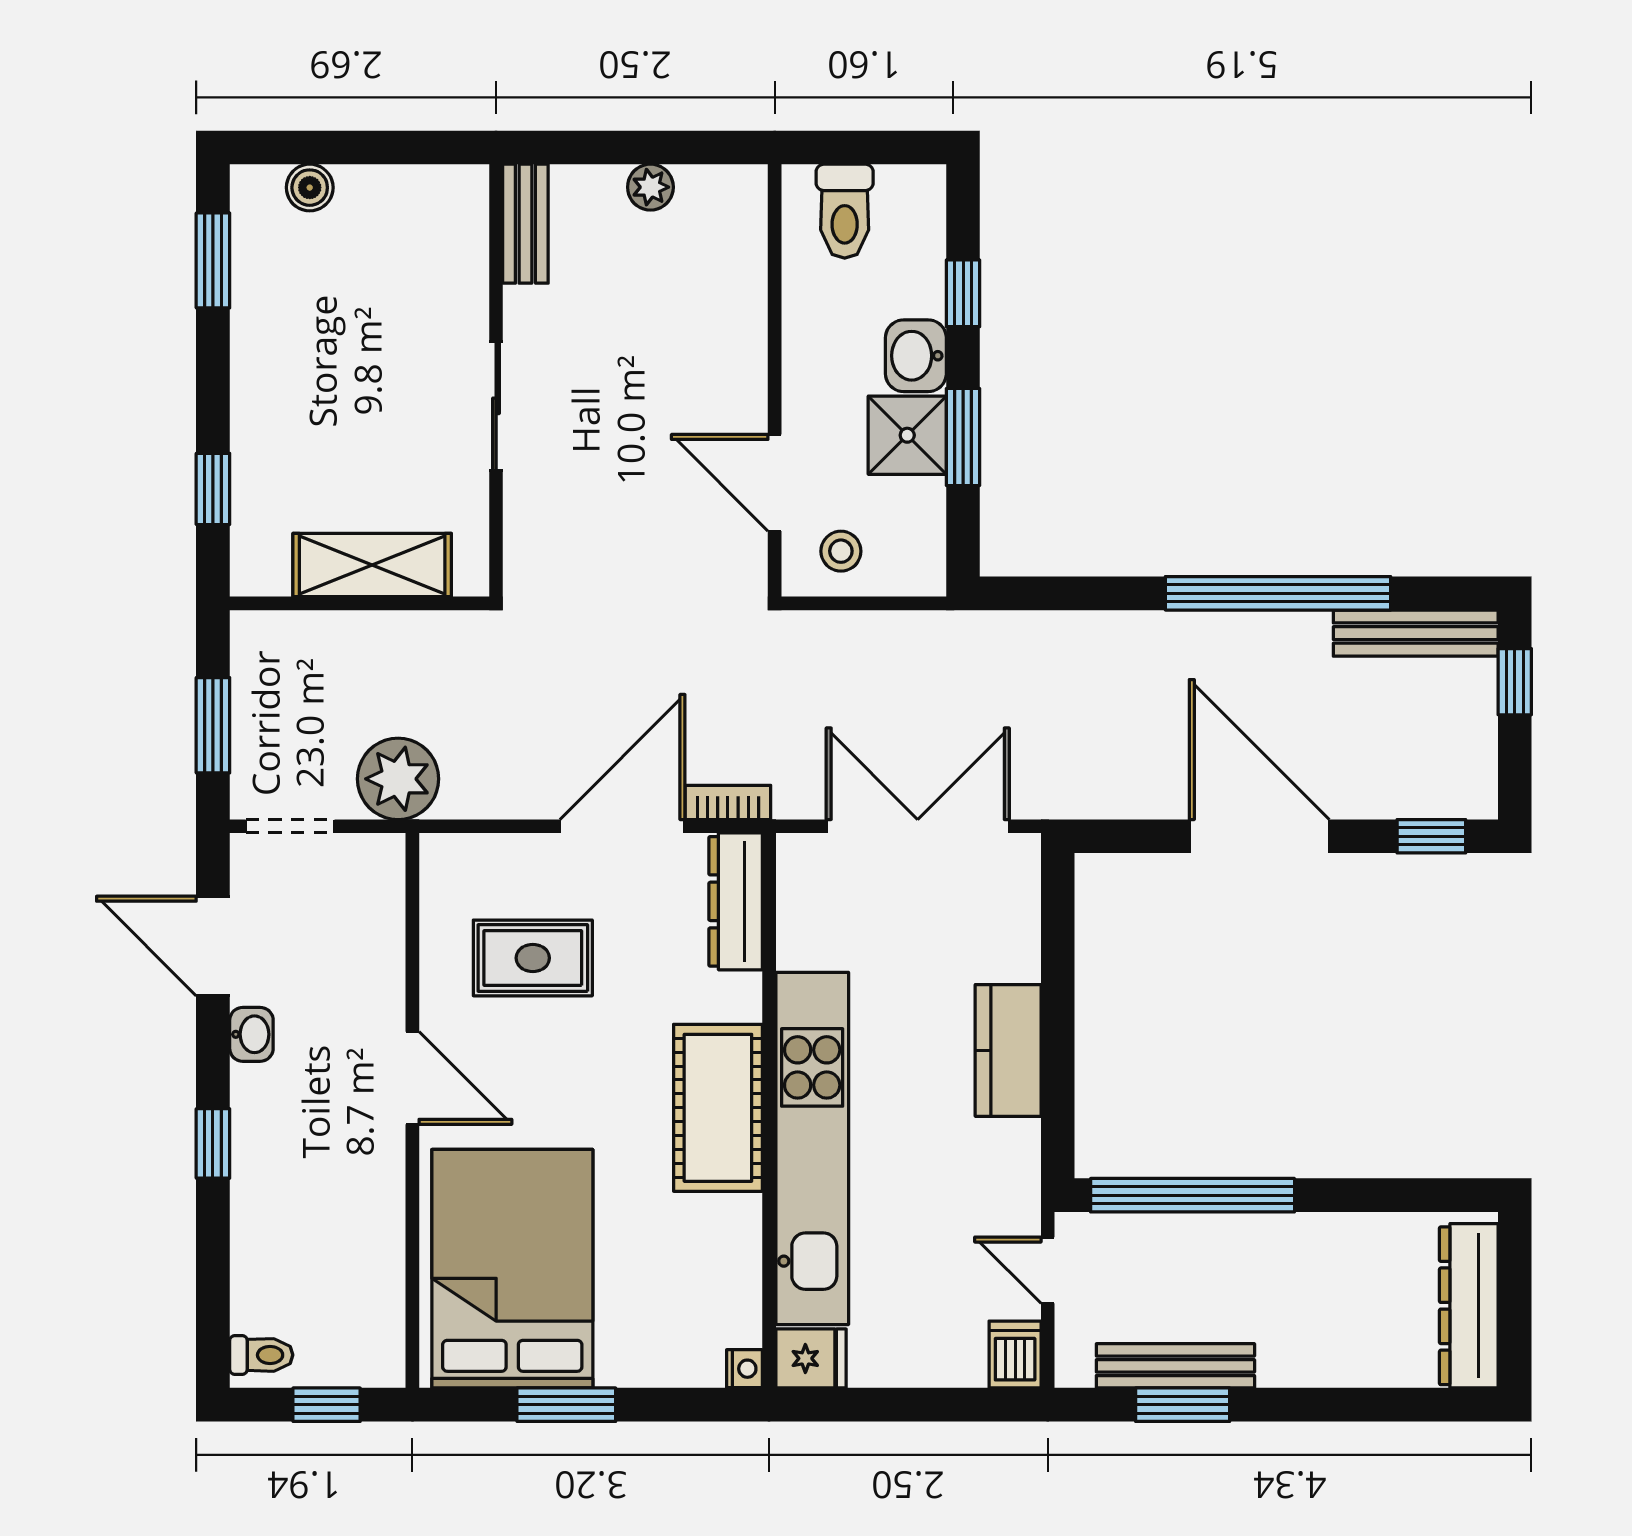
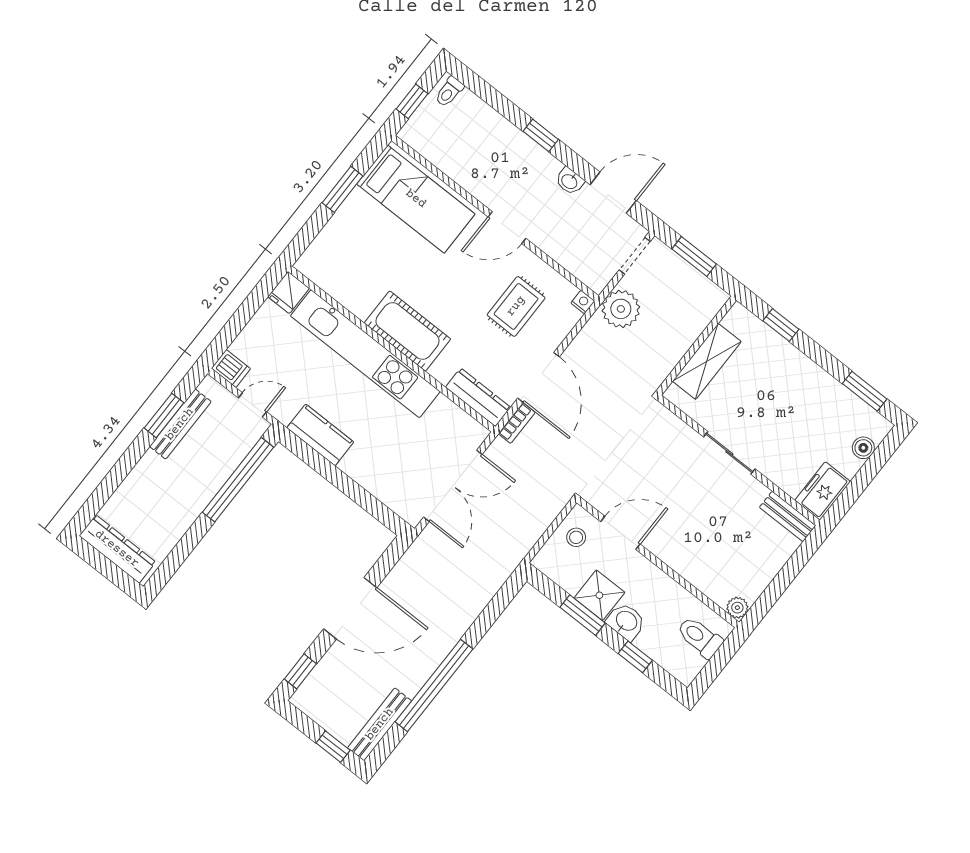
plant: (650, 187) -> (737, 608), moved
freezer: (436, 199) -> (823, 491), added
kitchen counter: (1008, 1050) -> (320, 435), moved
bed: (512, 1269) -> (416, 199), width x0.67
nightstand: (744, 1369) -> (583, 302), moved, turned 180

